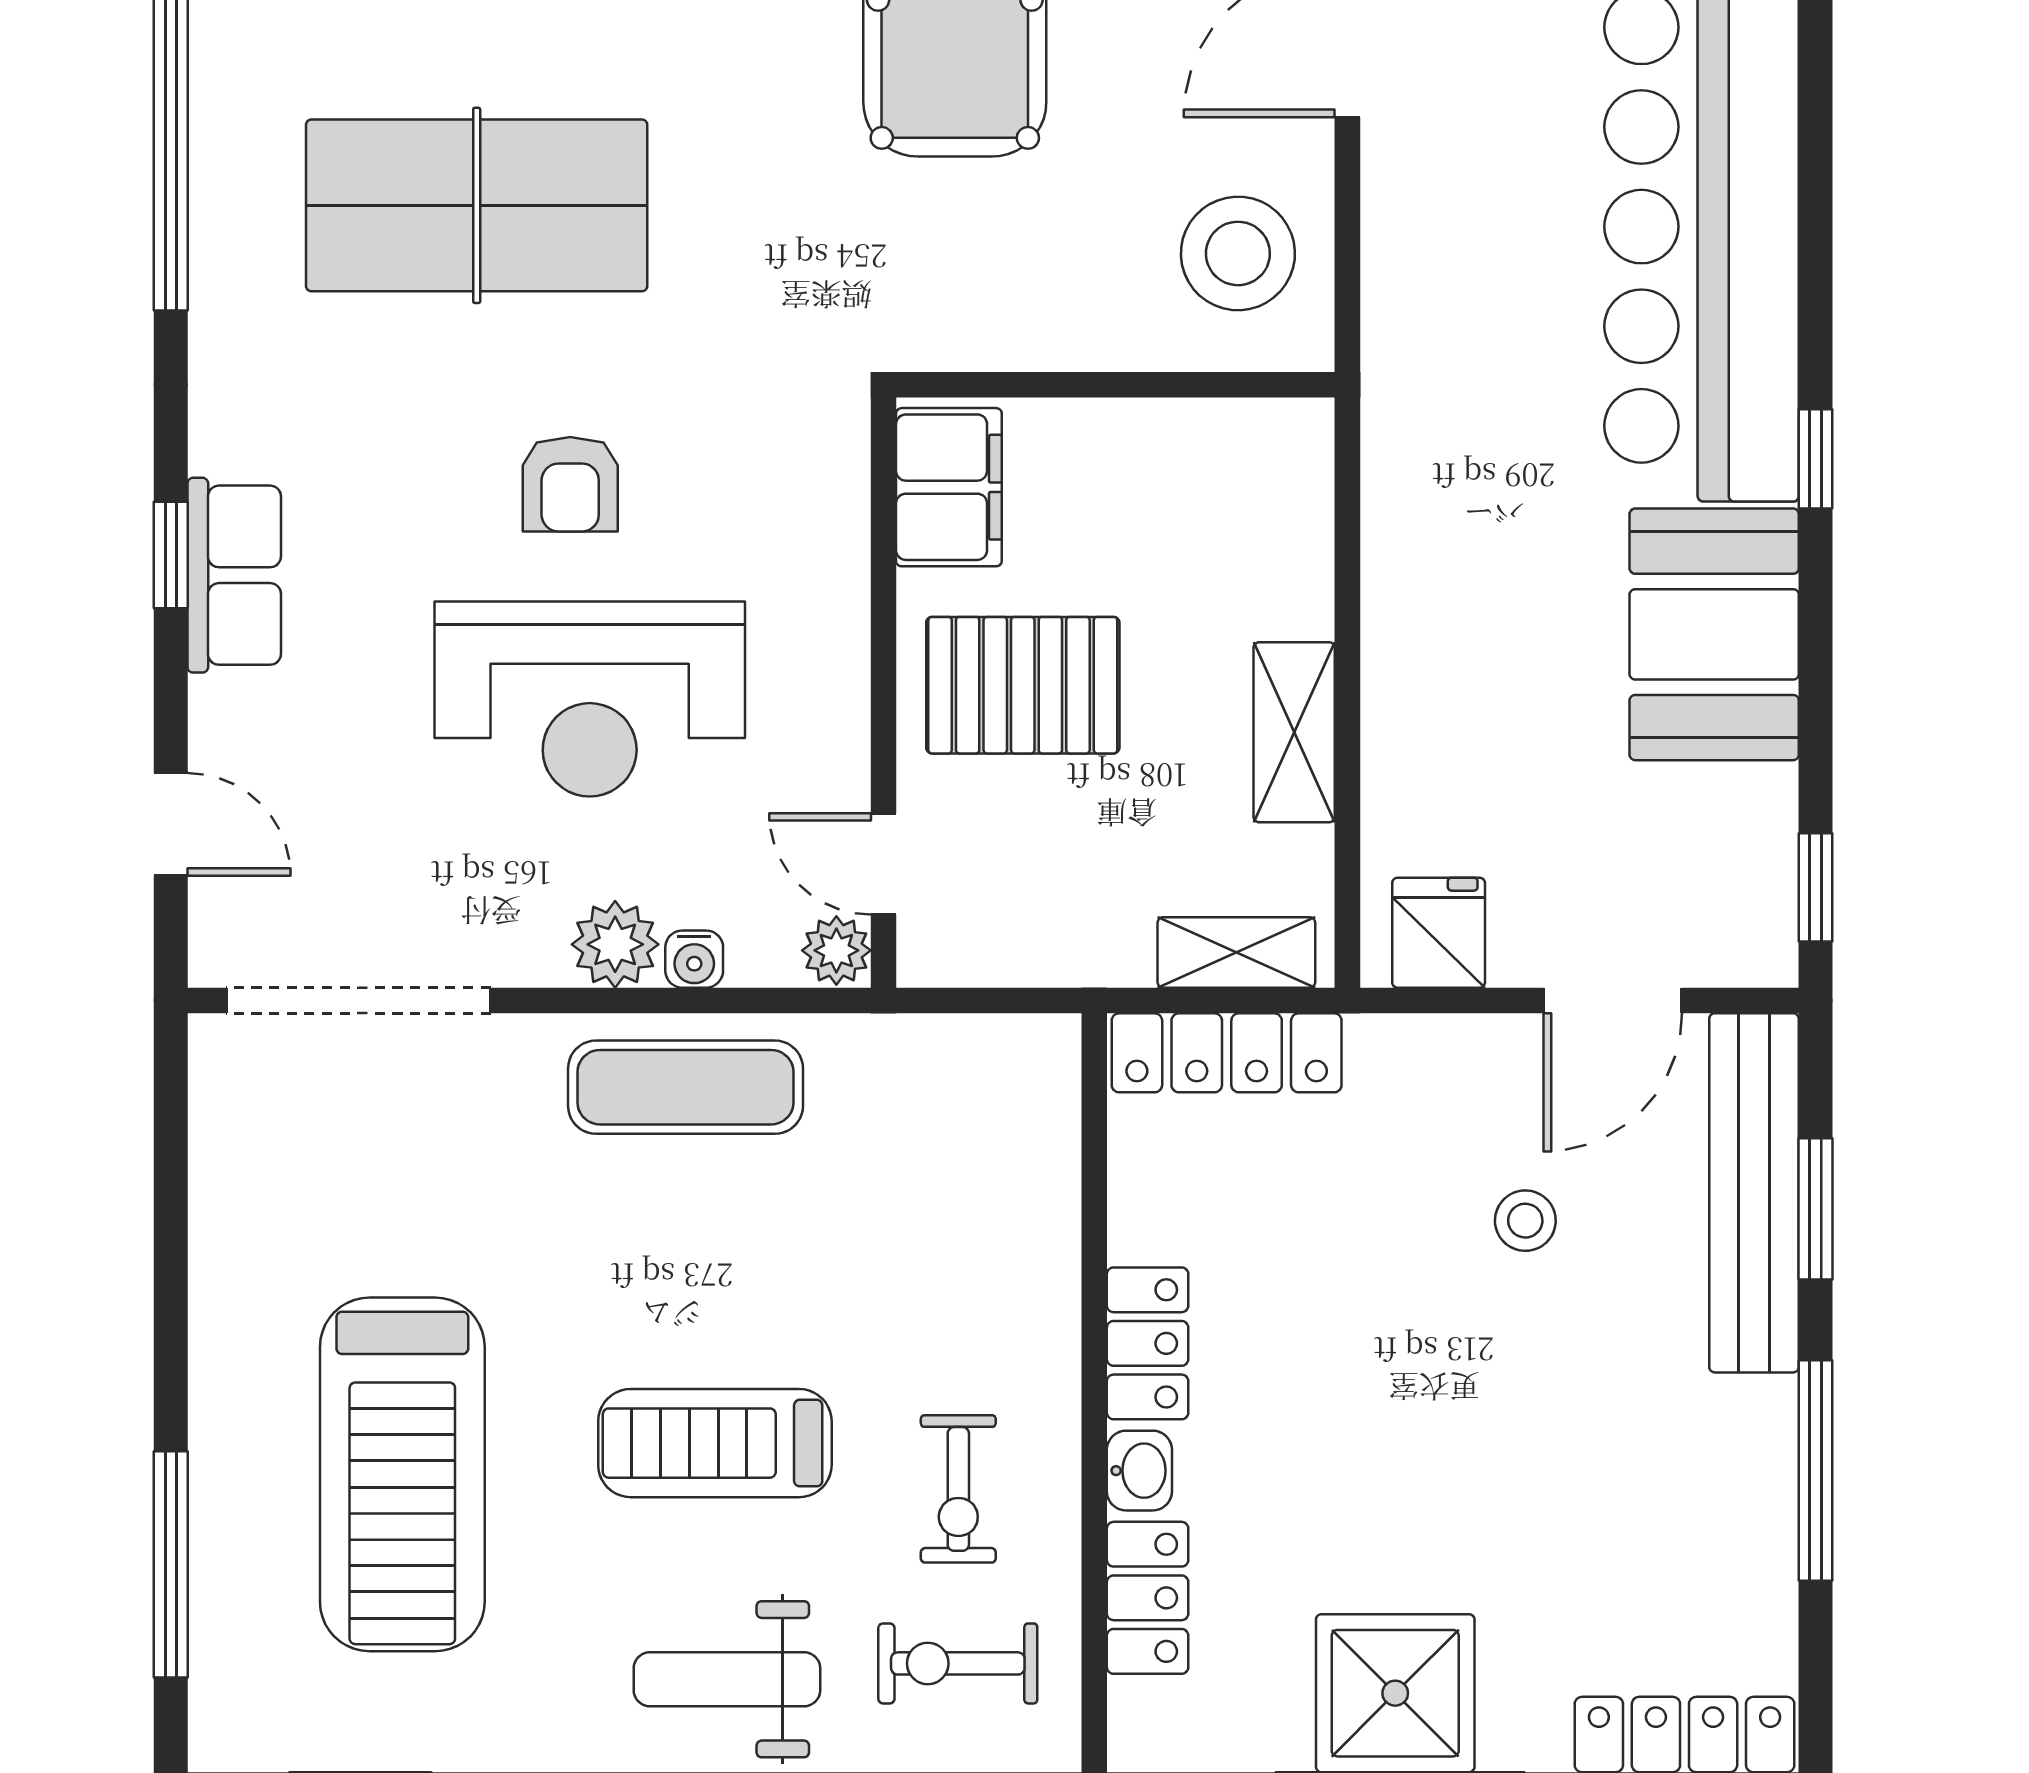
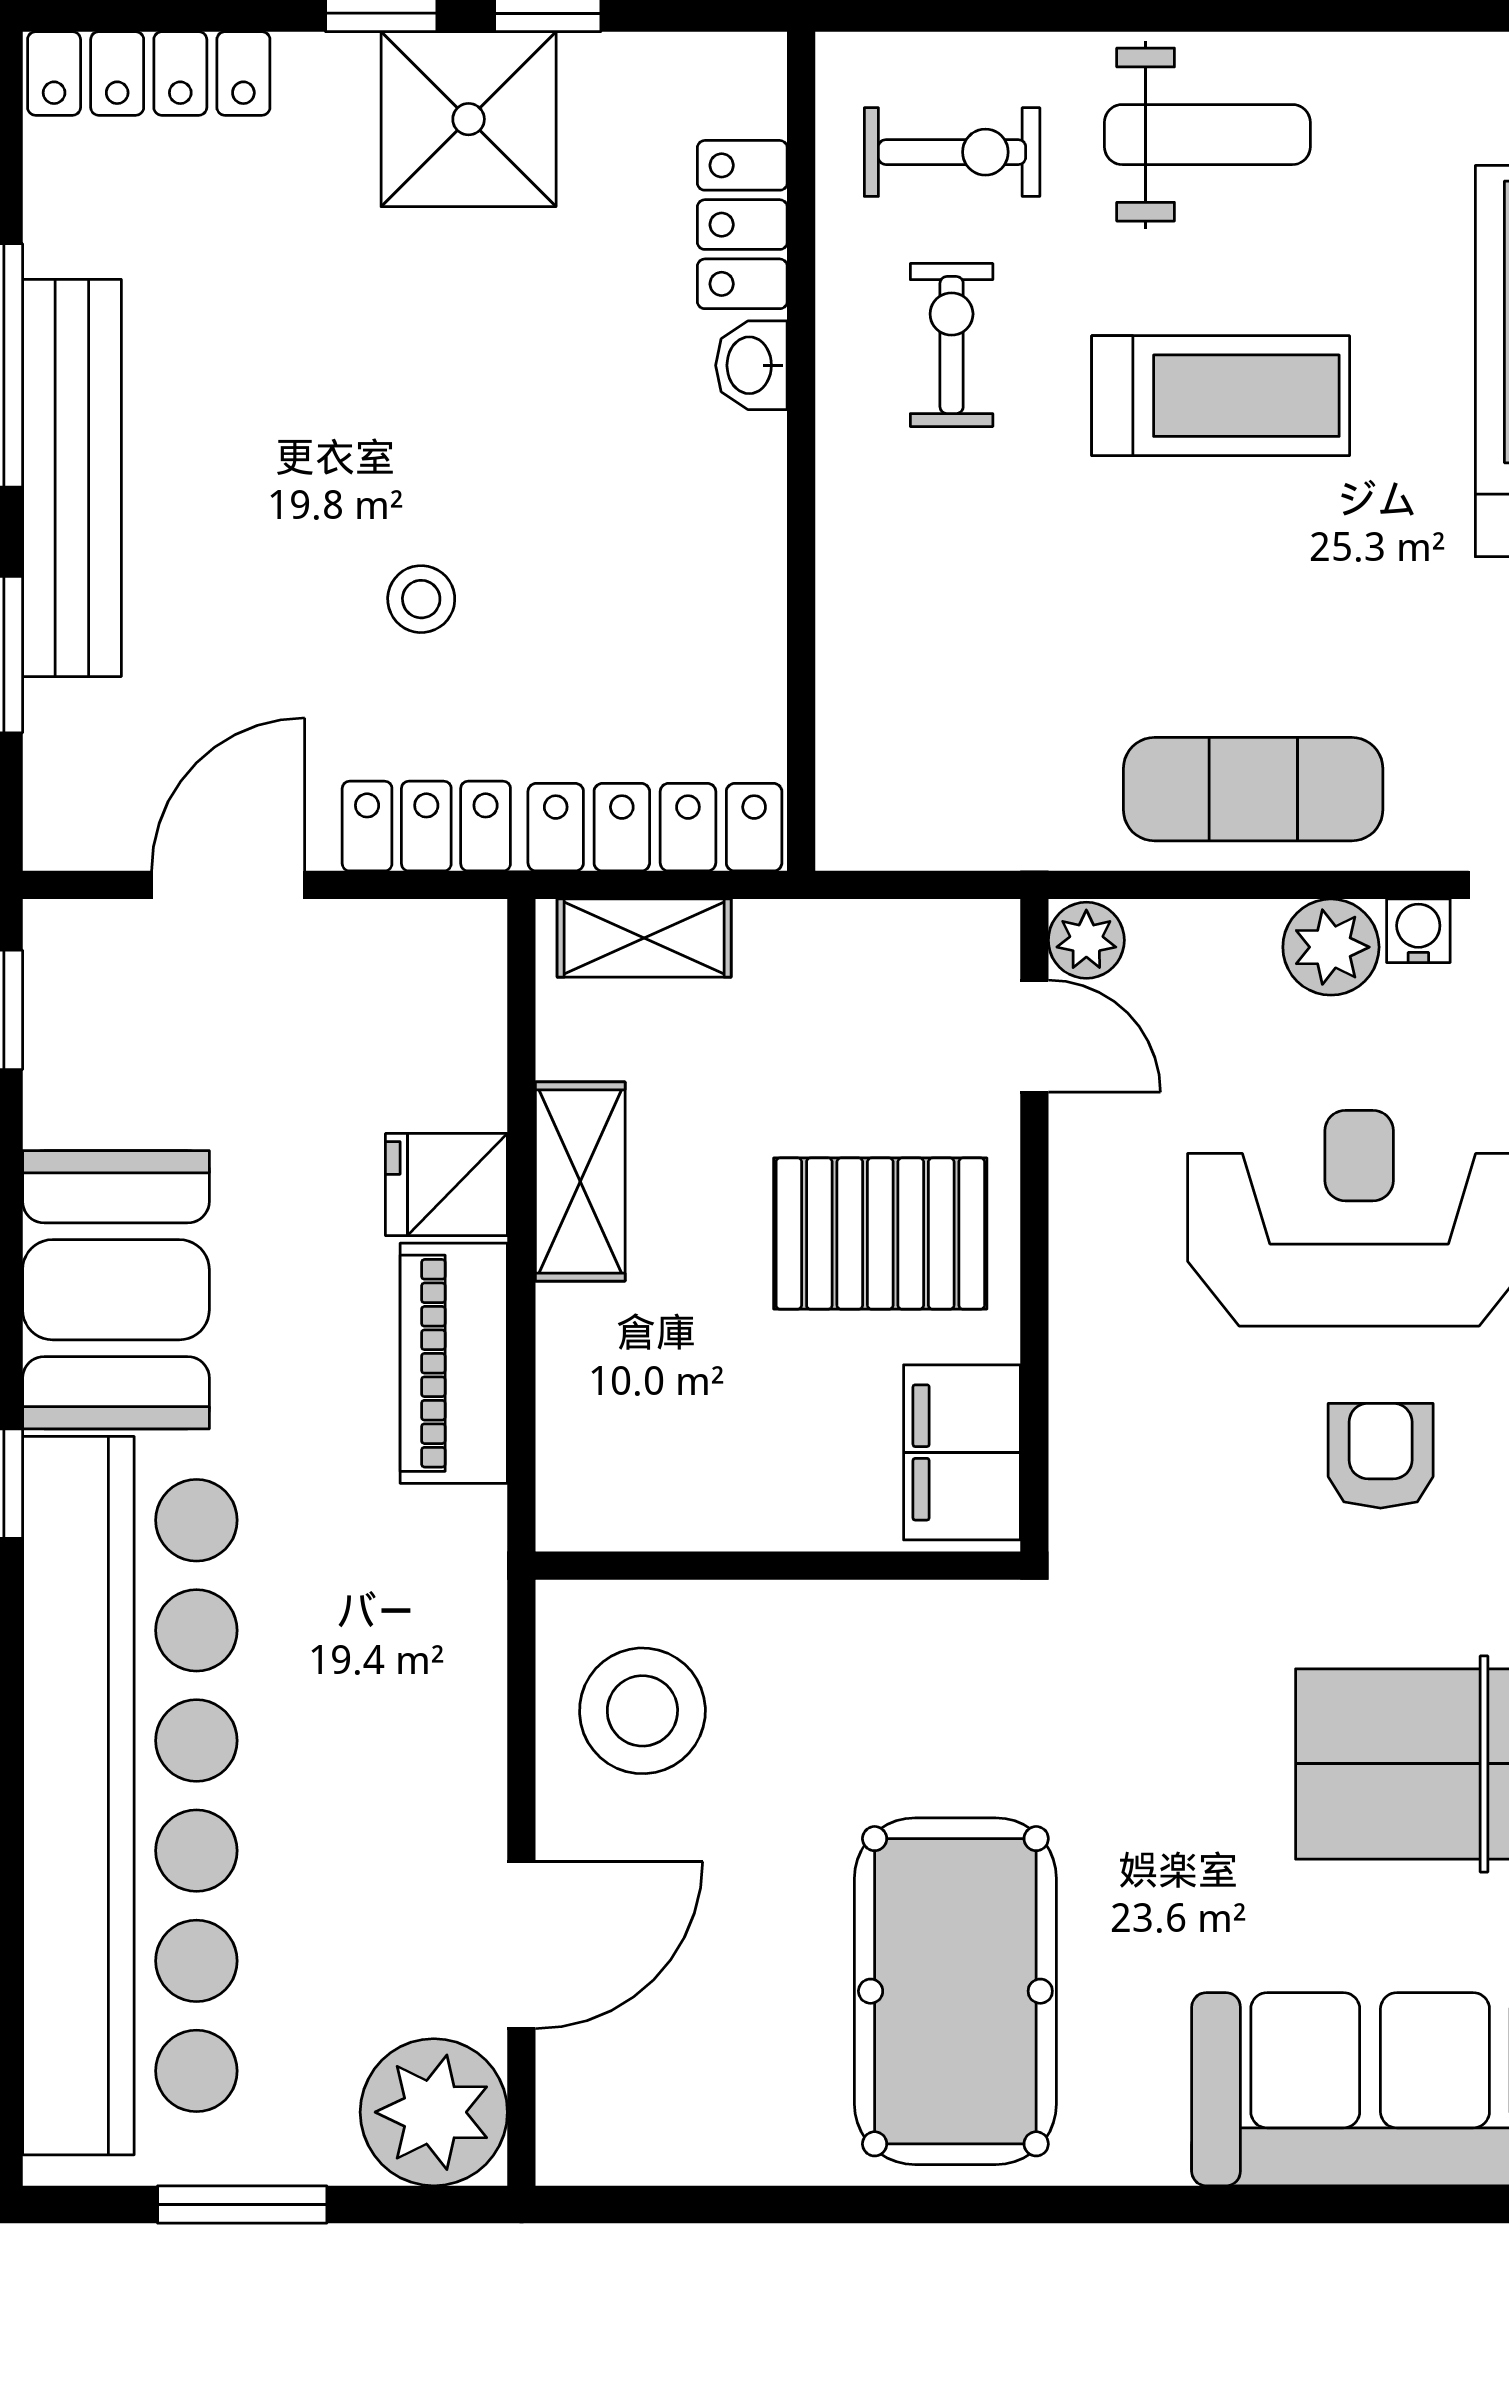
piano: (1409, 568) -> (454, 1363), added
fridge: (1439, 933) -> (446, 1185), moved, turned 90
water cooler: (694, 959) -> (1418, 931), moved
bench: (1754, 1193) -> (72, 478), moved
stool: (1525, 1221) -> (421, 599), moved
locker: (1148, 1343) -> (426, 826), moved, turned 90

